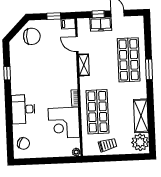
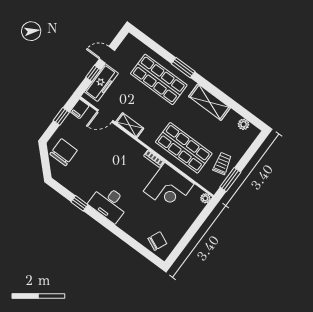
freezer: (101, 24) -> (101, 83), width x1.40
desk: (23, 109) -> (109, 203), moved
shelving: (141, 116) -> (209, 102), moved
plant: (140, 142) -> (244, 124), width x0.53, depth x0.53
window: (101, 158) -> (230, 180), added

